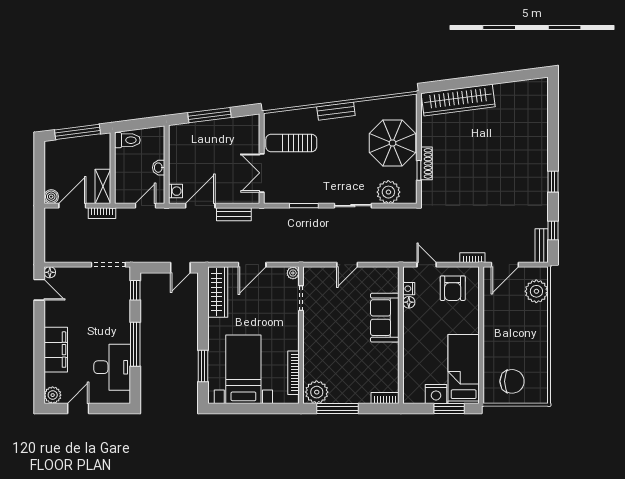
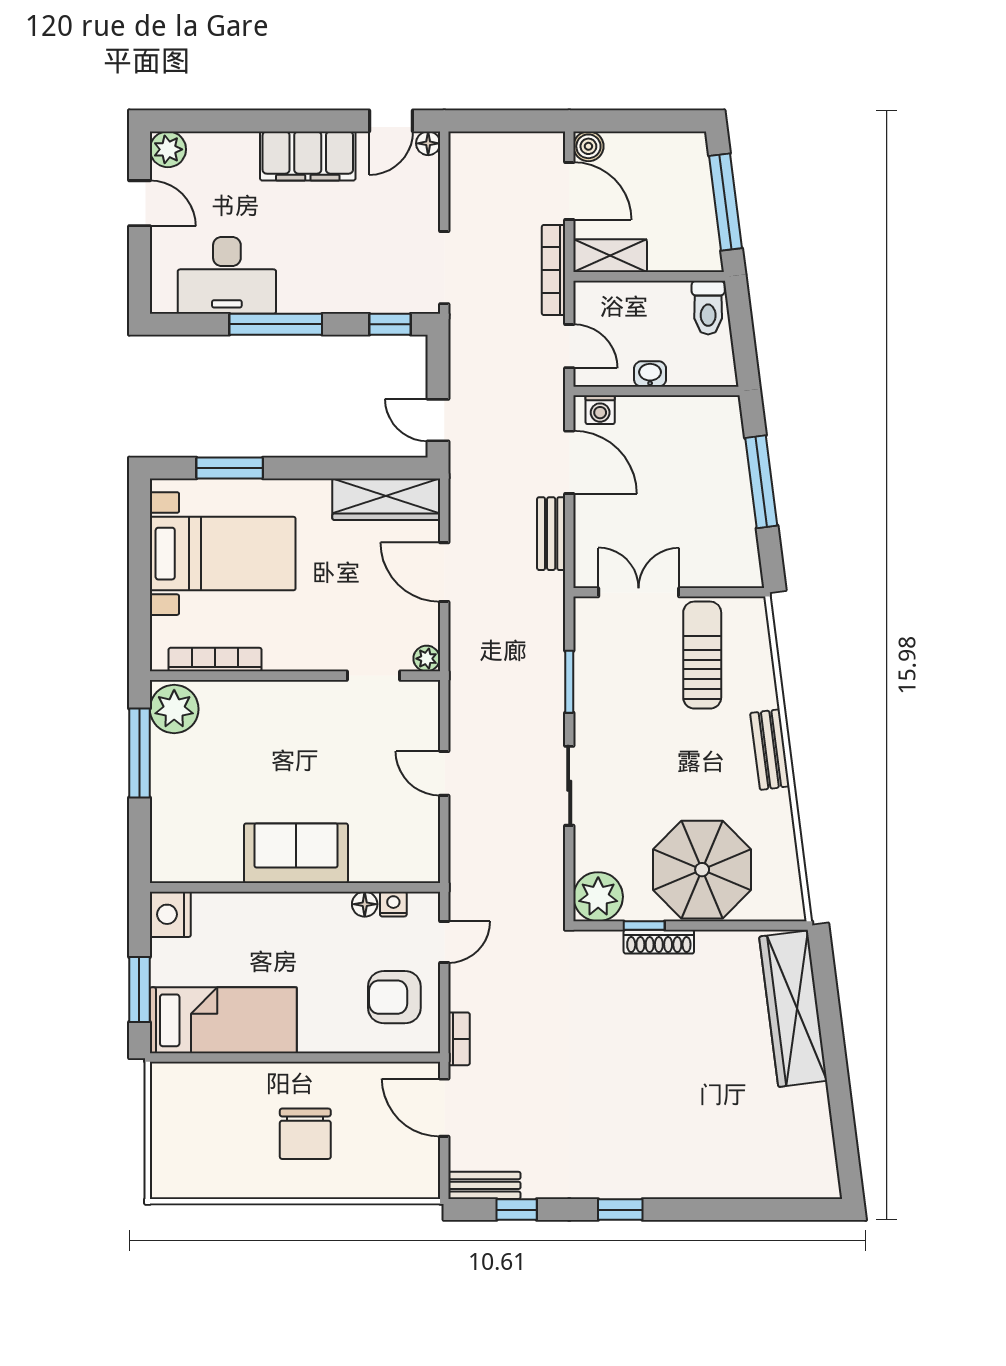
plant: (388, 192) -> (598, 897), moved
bookcase: (102, 213) -> (554, 270), width x1.56
plant: (536, 291) -> (388, 1175), removed
sofa: (385, 318) -> (296, 853), moved
filing cabinet: (56, 350) -> (308, 156), moved
chair: (512, 381) -> (305, 1134), moved
nightstand: (436, 394) -> (170, 914), moved
bookcase: (385, 398) -> (162, 854), removed

